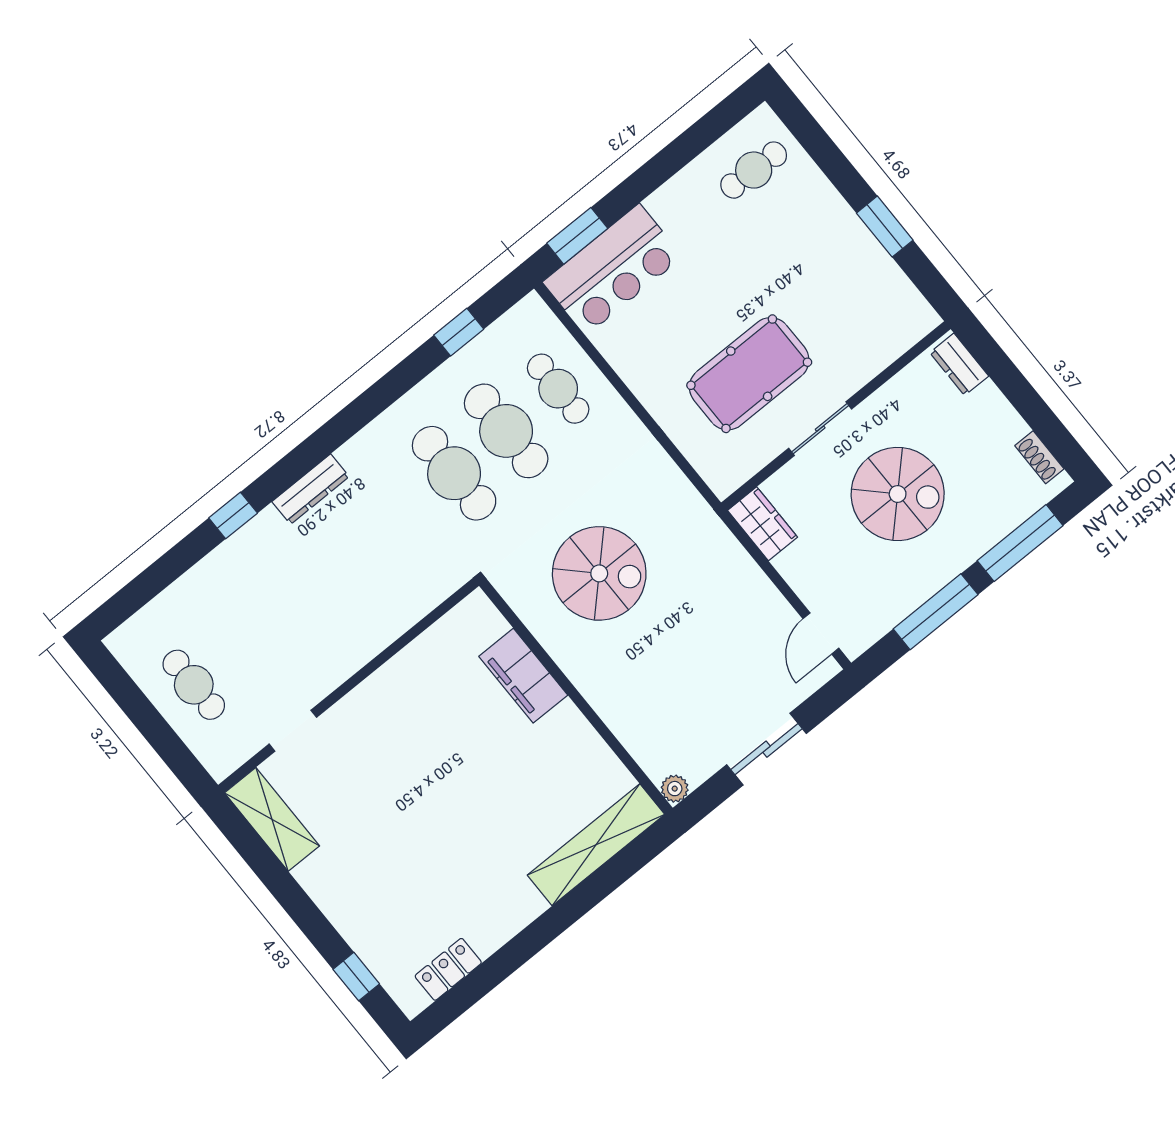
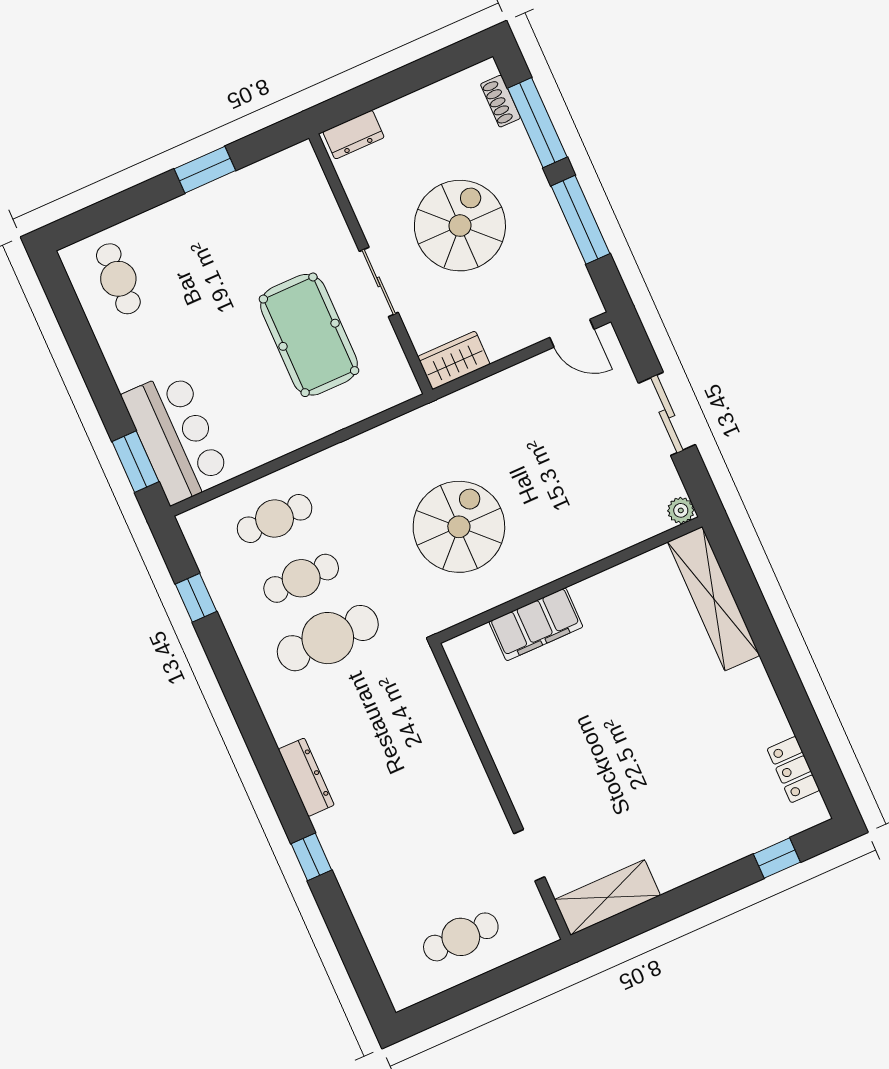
cafe table: (506, 431) -> (301, 578), width x0.73, depth x0.74
shoe rack: (1039, 457) -> (500, 101), moved, turned 90

